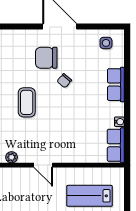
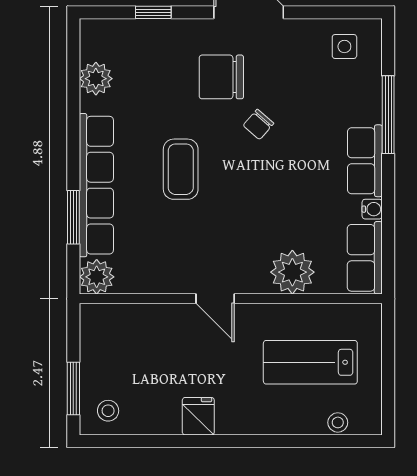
window: (13, 26) -> (153, 12), added
window: (127, 76) -> (388, 115), added
row of seats: (116, 85) -> (365, 161), moved
plant: (12, 157) -> (292, 272), moved, width x1.88, depth x1.88

